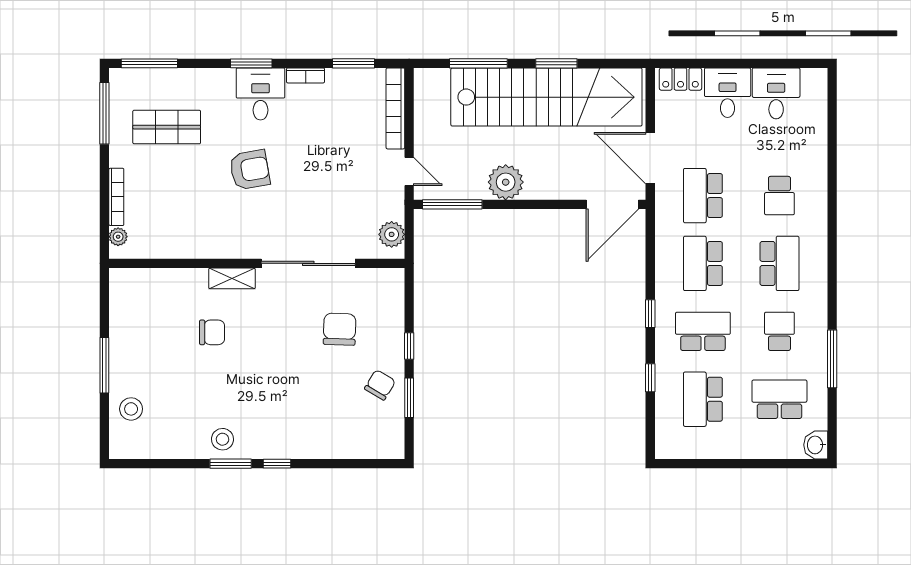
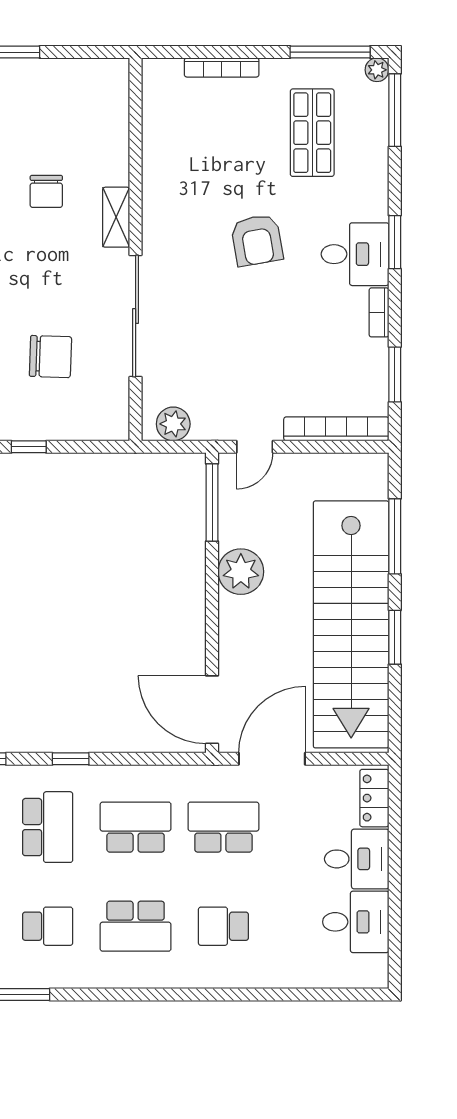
plant: (118, 237) -> (377, 70), moved

